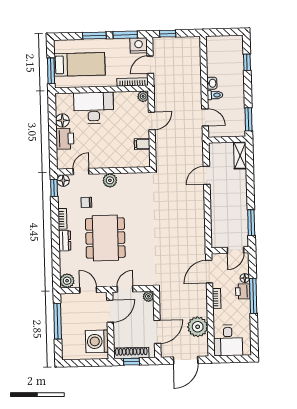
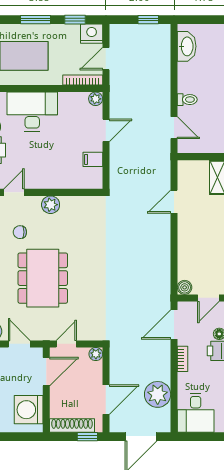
window: (168, 34) -> (148, 20), moved
window: (125, 35) -> (75, 20), width x0.67
washbasin: (212, 83) -> (187, 46), moved, width x1.91, depth x1.45
boiler: (217, 242) -> (185, 287), added
window: (132, 362) -> (87, 437), moved

